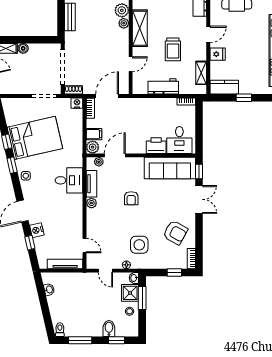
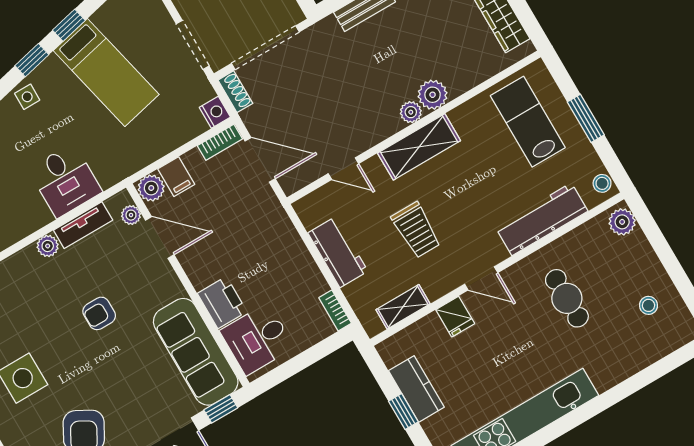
trolley: (173, 49) -> (416, 230), turned -90
kitchen counter: (224, 87) -> (416, 389), moved
bed: (35, 138) -> (106, 72), width x0.67

